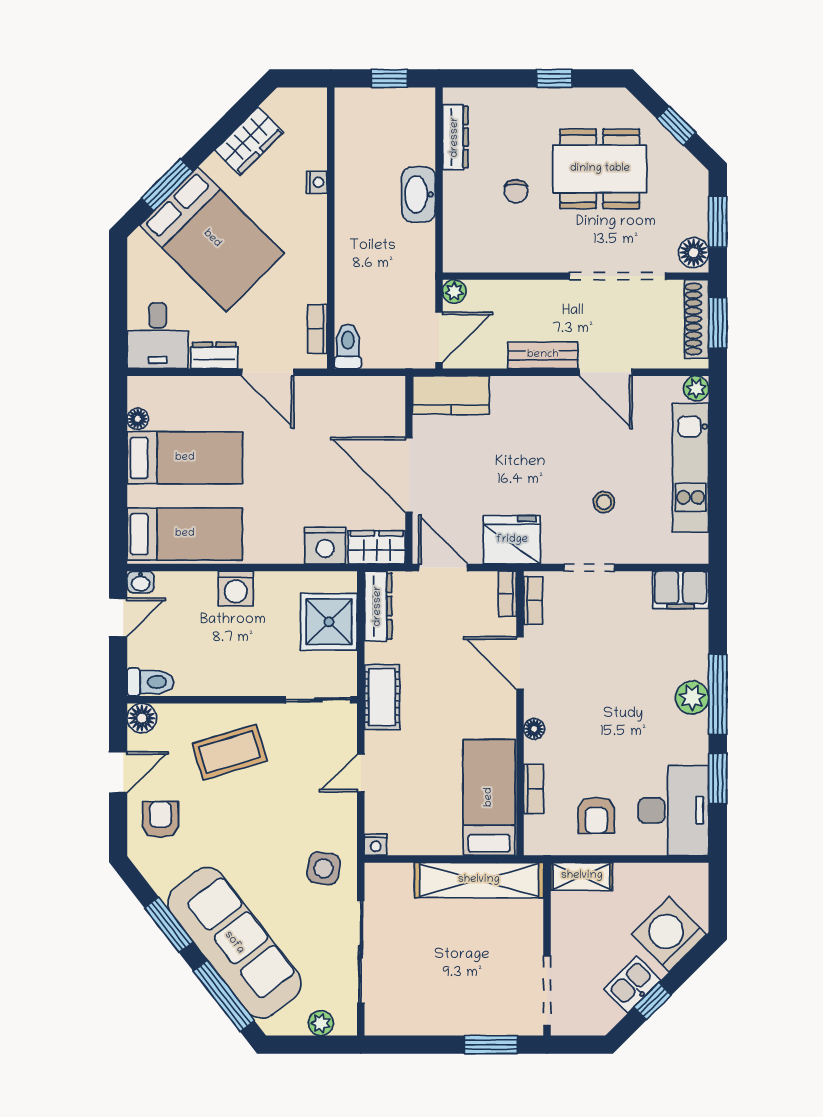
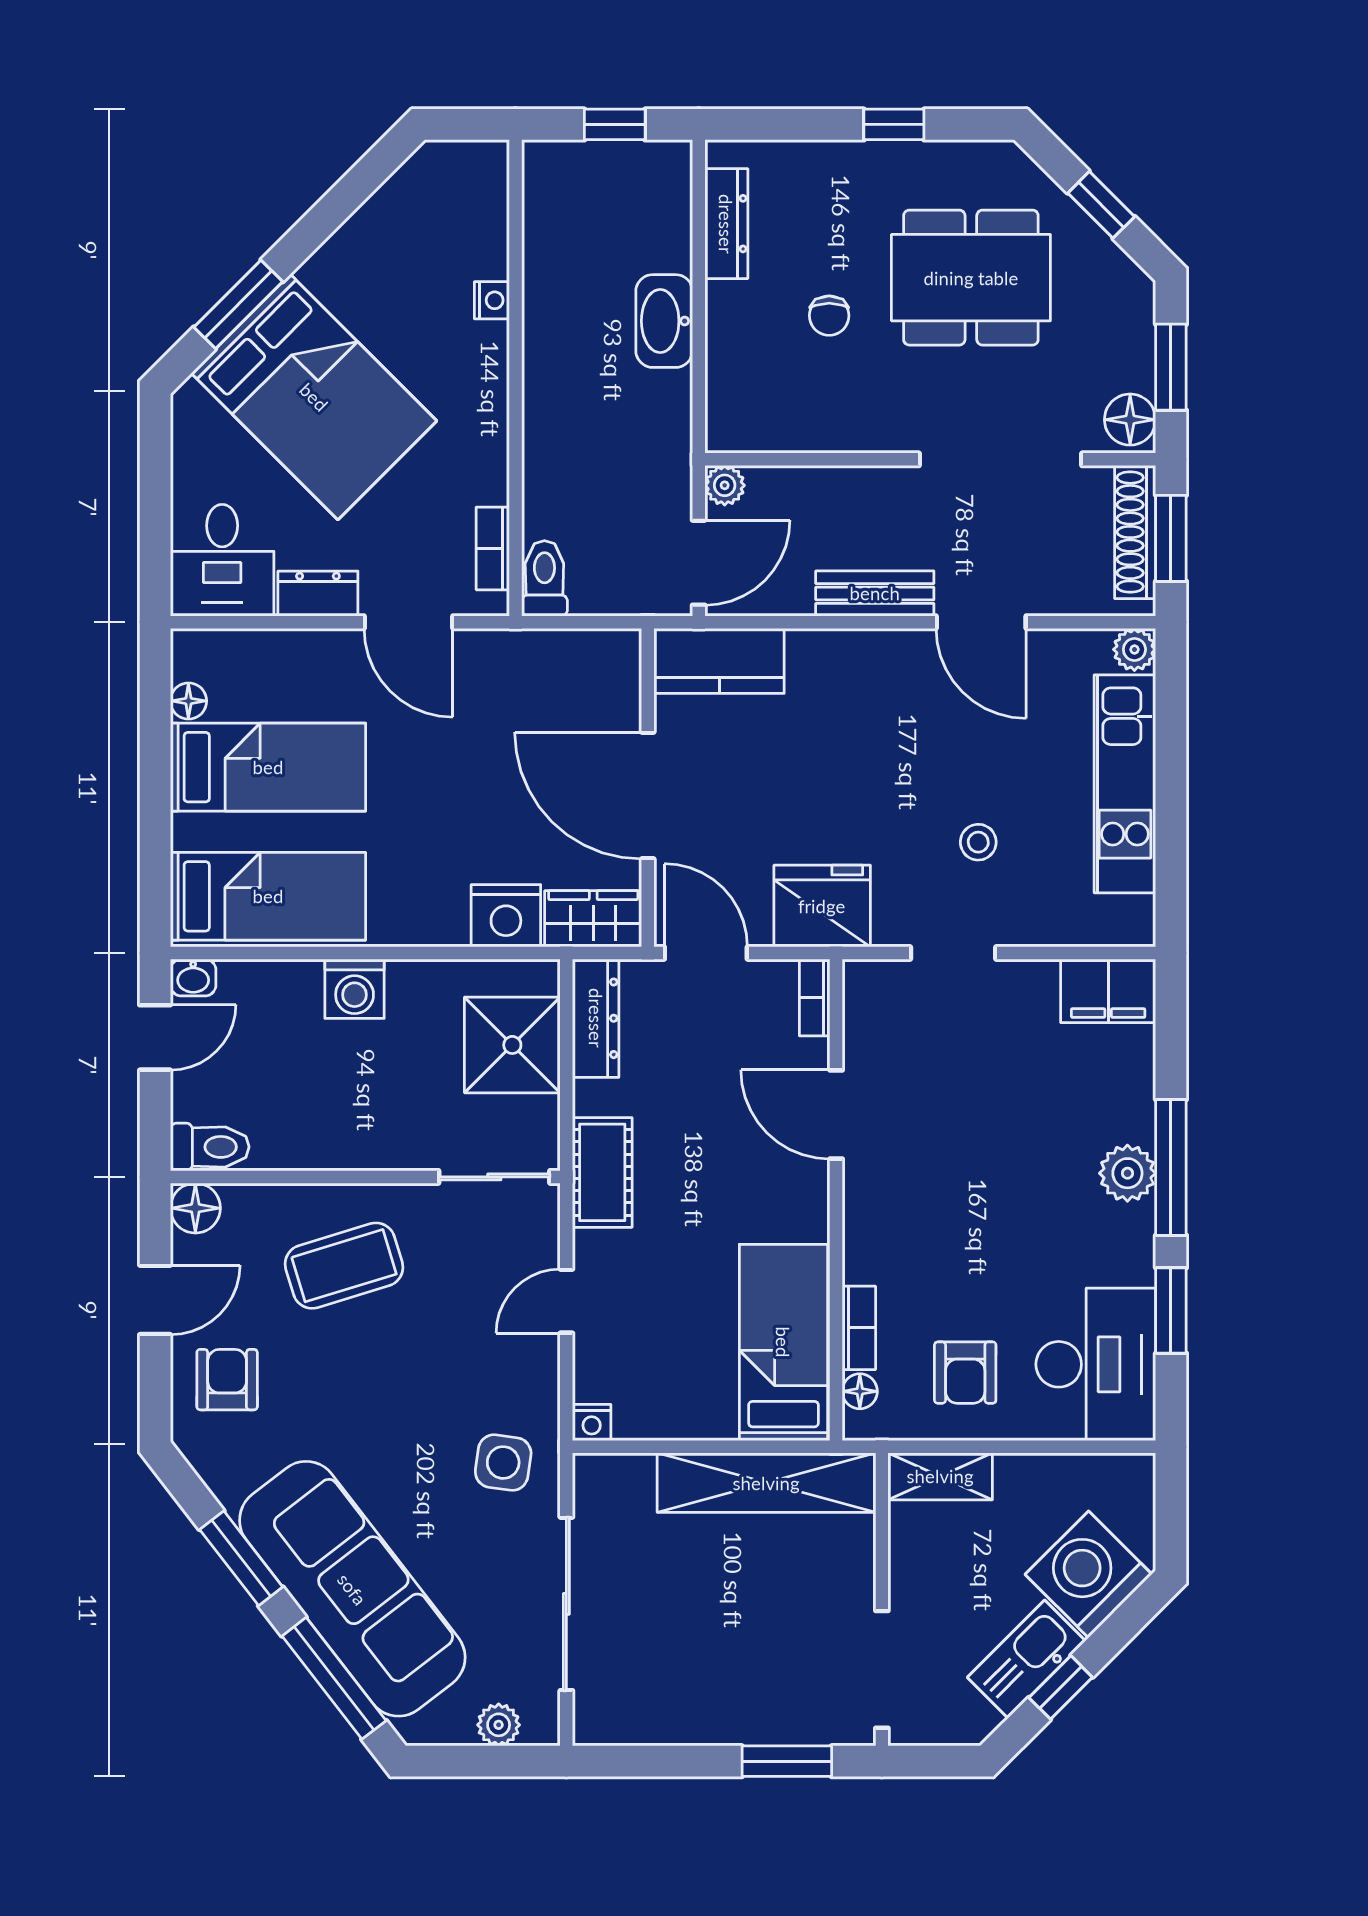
wardrobe: (249, 141) -> (377, 231), removed
bookcase: (533, 601) -> (858, 1009), removed
floor lamp: (534, 729) -> (860, 1391), moved
kitchen sink: (632, 984) -> (1026, 1659), width x1.38

